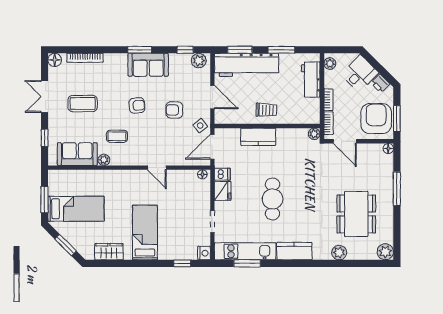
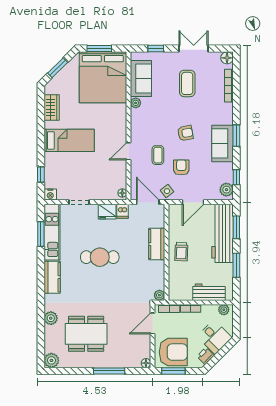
armchair: (137, 105) -> (185, 133), turned -96
coffee table: (117, 136) -> (158, 155), moved
bed: (76, 209) -> (103, 77), width x2.04

